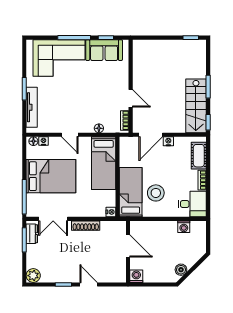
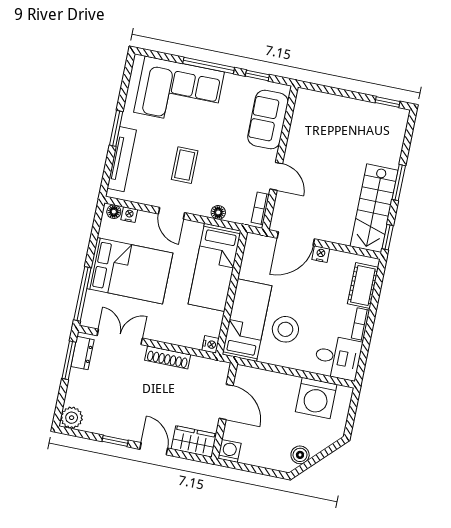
sofa: (104, 50) -> (268, 119), moved, turned 90
coffee table: (72, 103) -> (185, 165), added
double door: (53, 219) -> (120, 337), swing flipped
washing machine: (184, 227) -> (316, 398), width x1.89, depth x1.89
wardrobe: (113, 275) -> (194, 441), added

